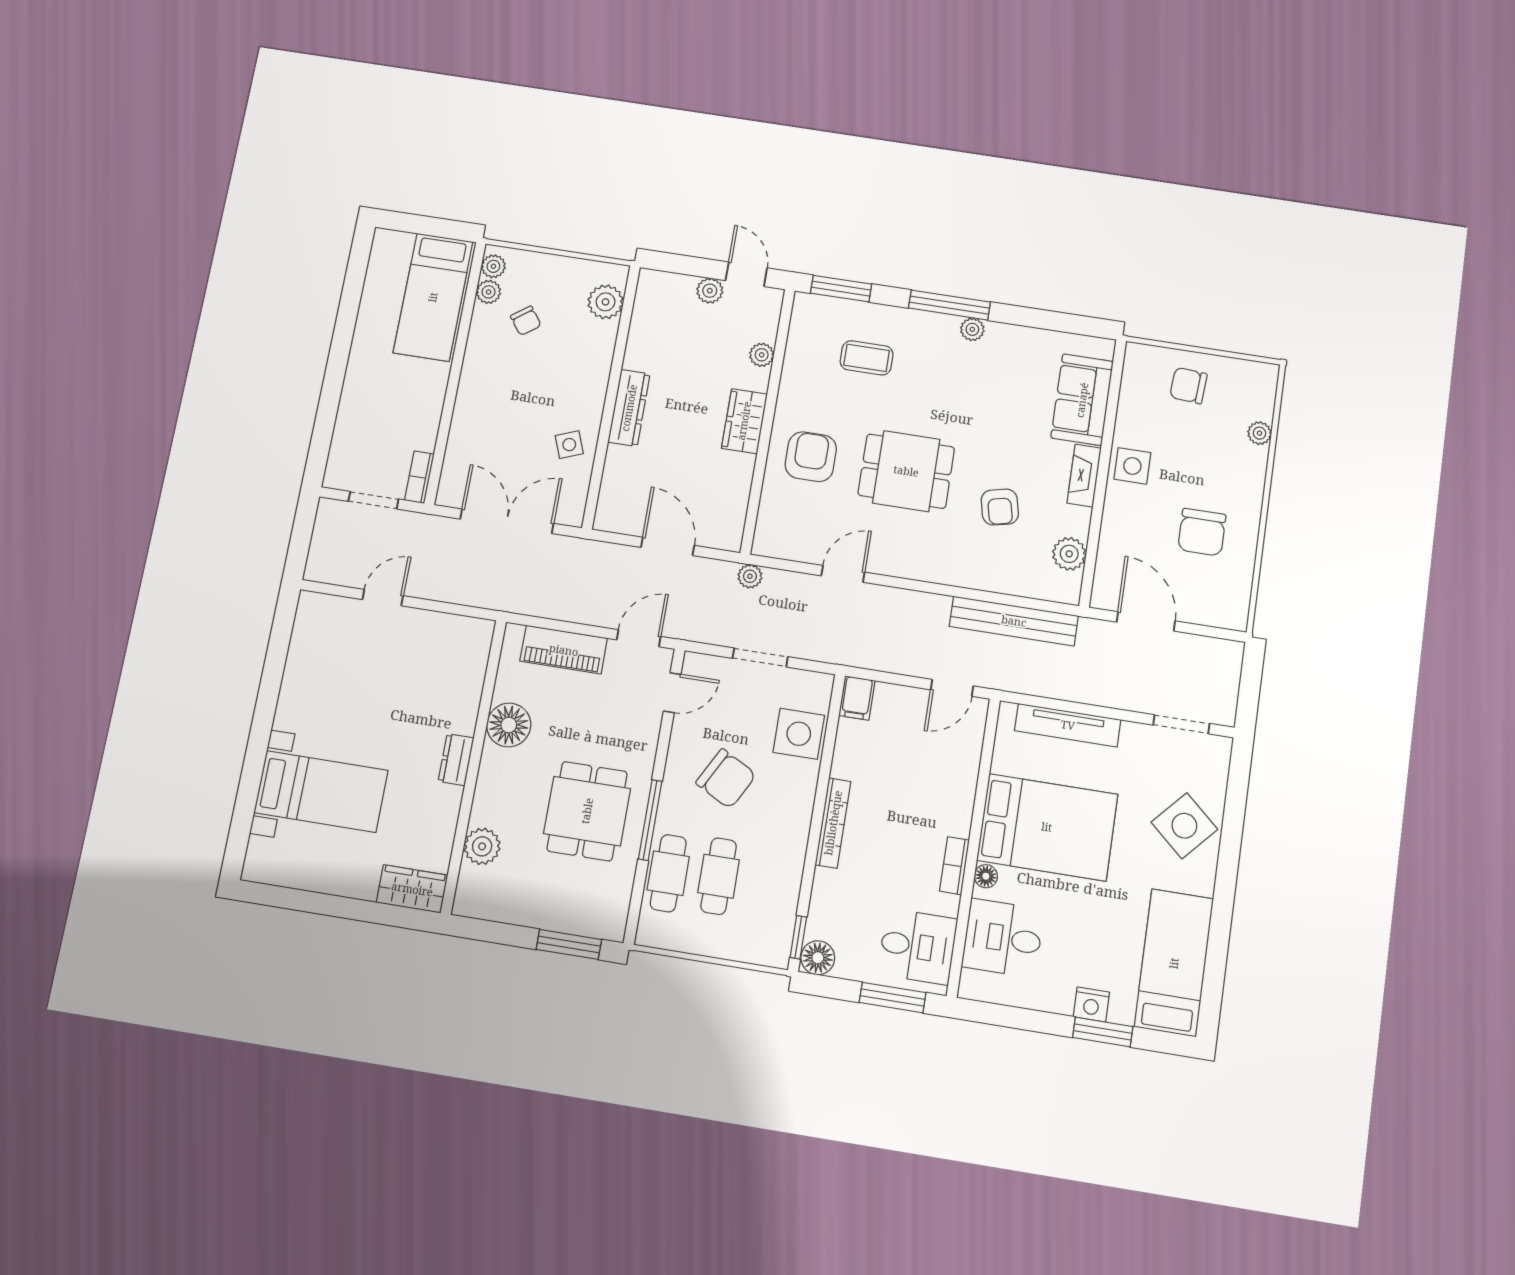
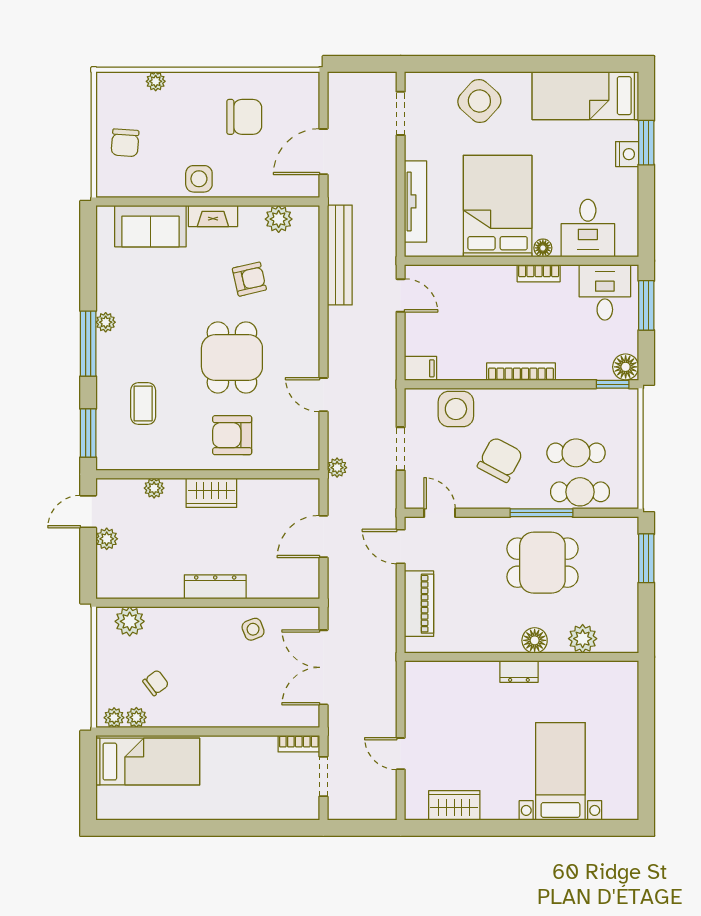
floor lamp: (509, 725) -> (535, 640), moved, width x0.73, depth x0.73
wardrobe: (412, 889) -> (454, 805), moved, turned 90

